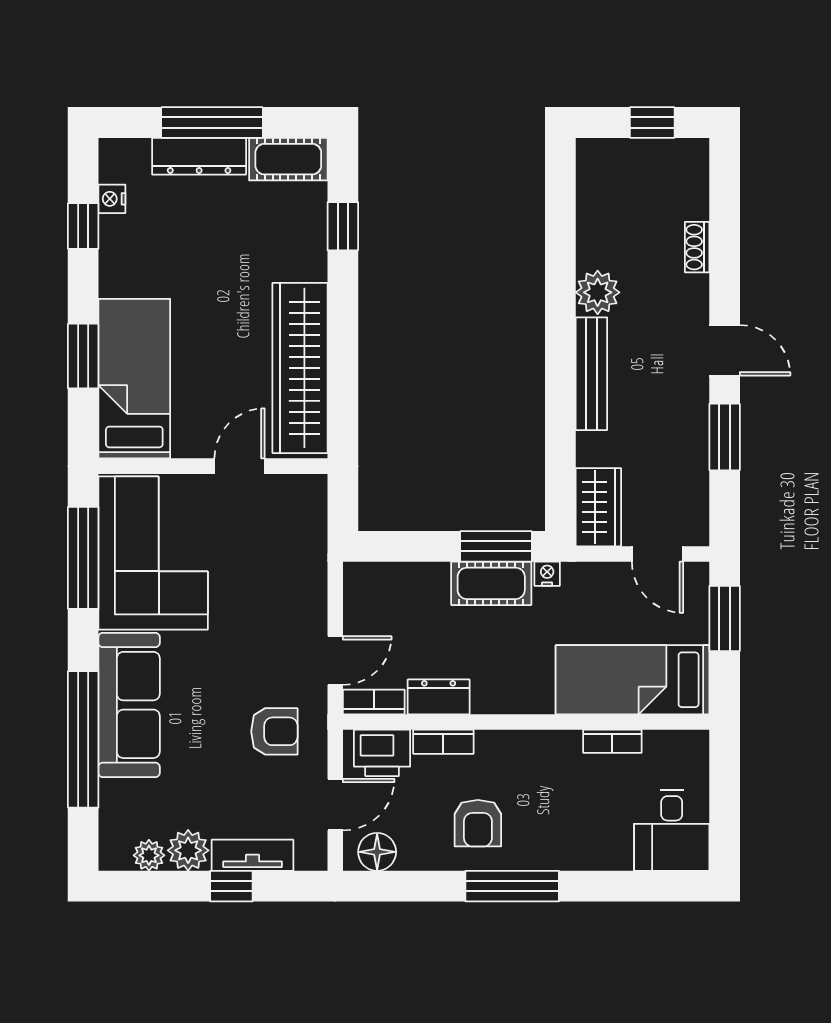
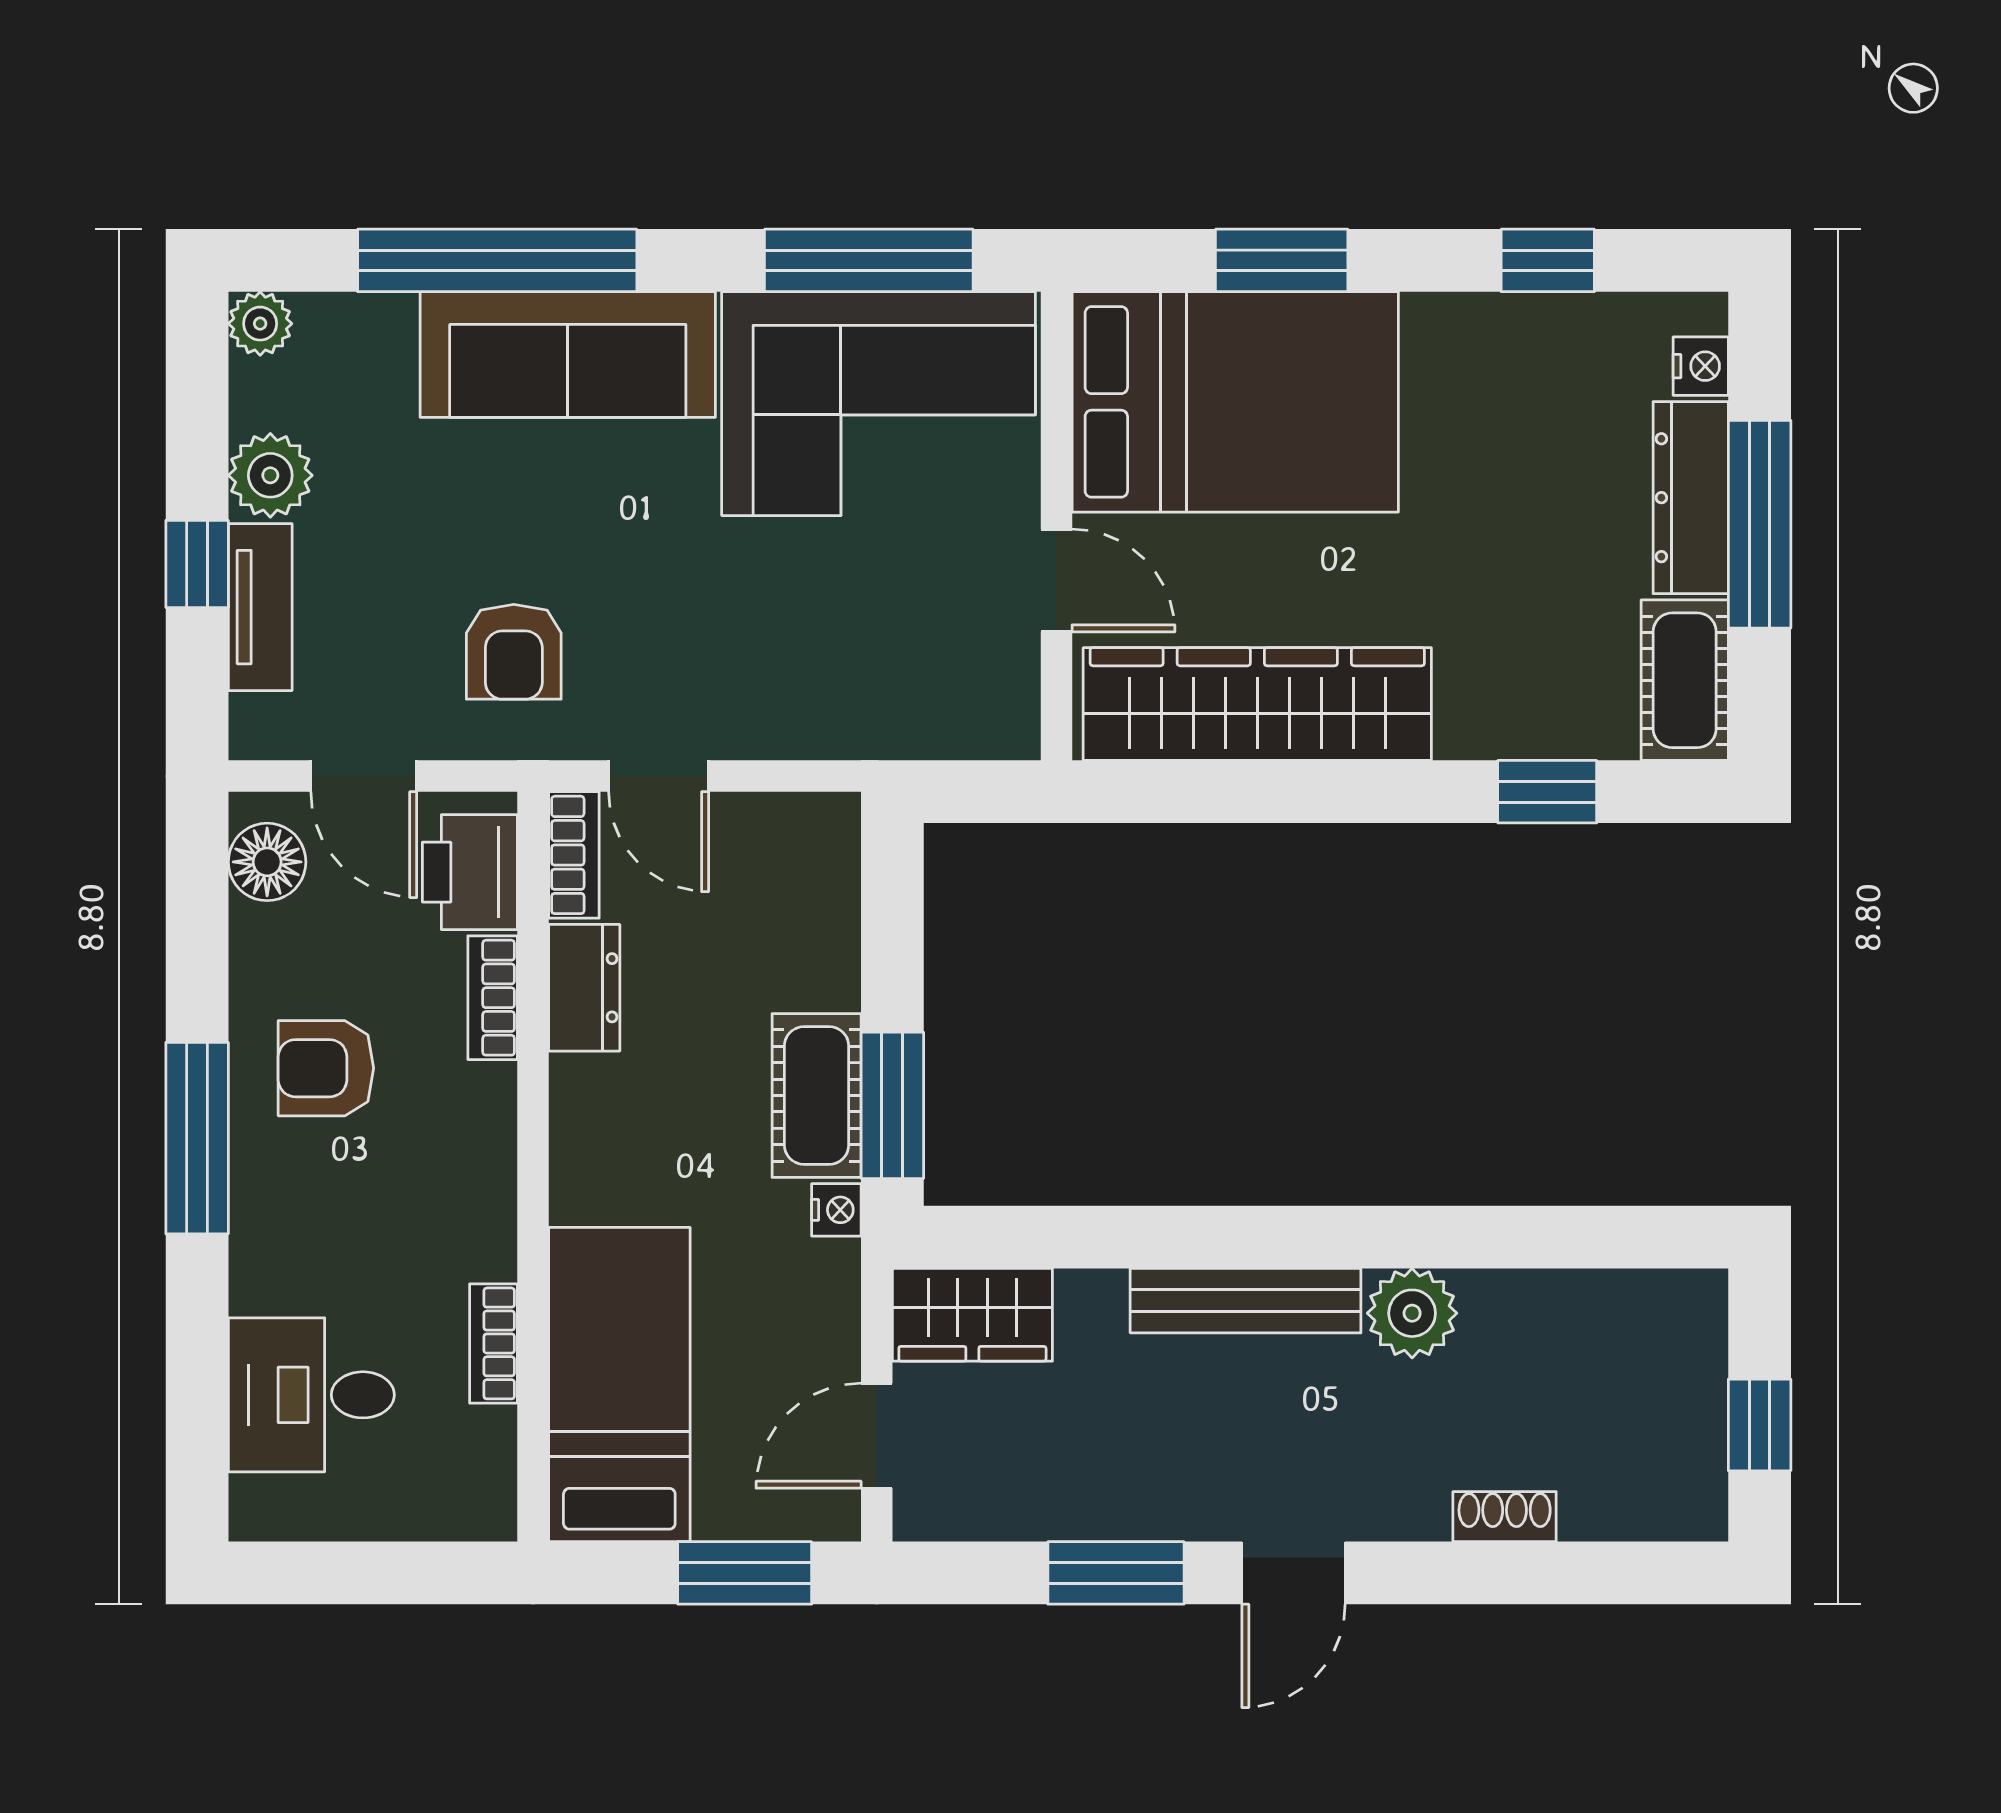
nightstand: (112, 199) -> (1701, 366), moved, turned 90
bed: (134, 379) -> (1235, 402), width x1.50
desk: (672, 830) -> (311, 1395), moved
plant: (149, 855) -> (260, 324), moved

